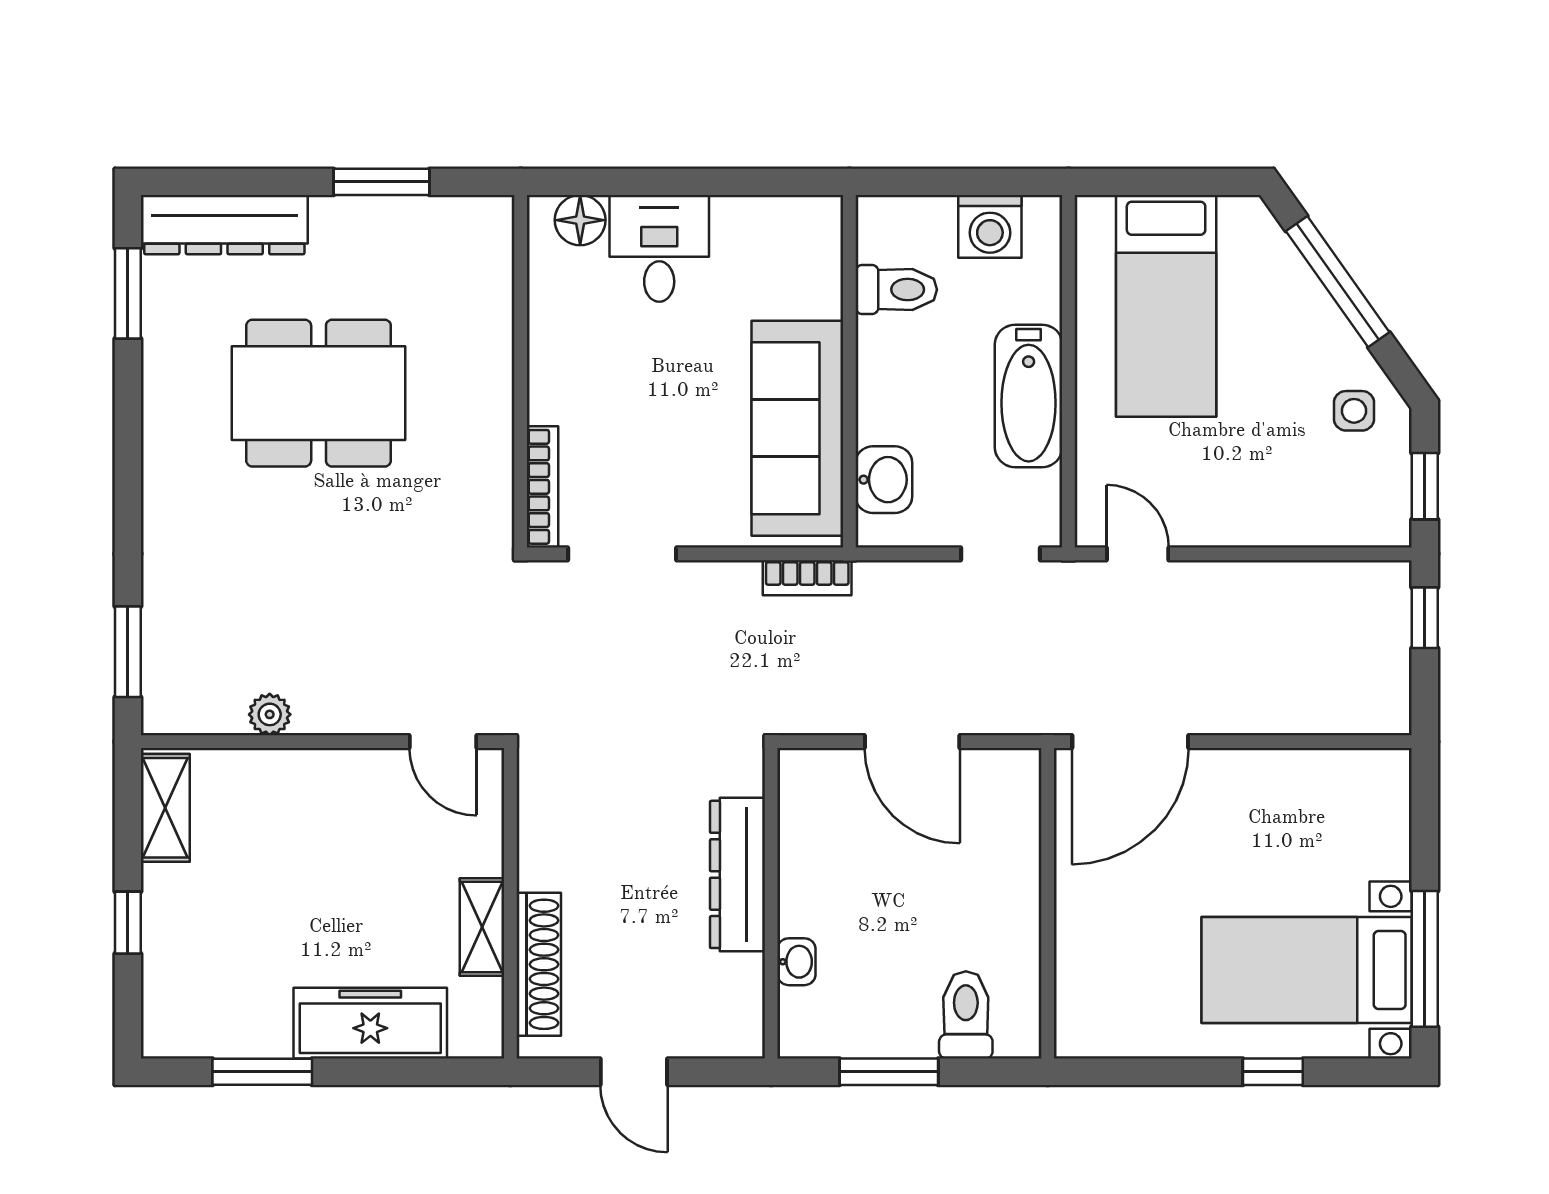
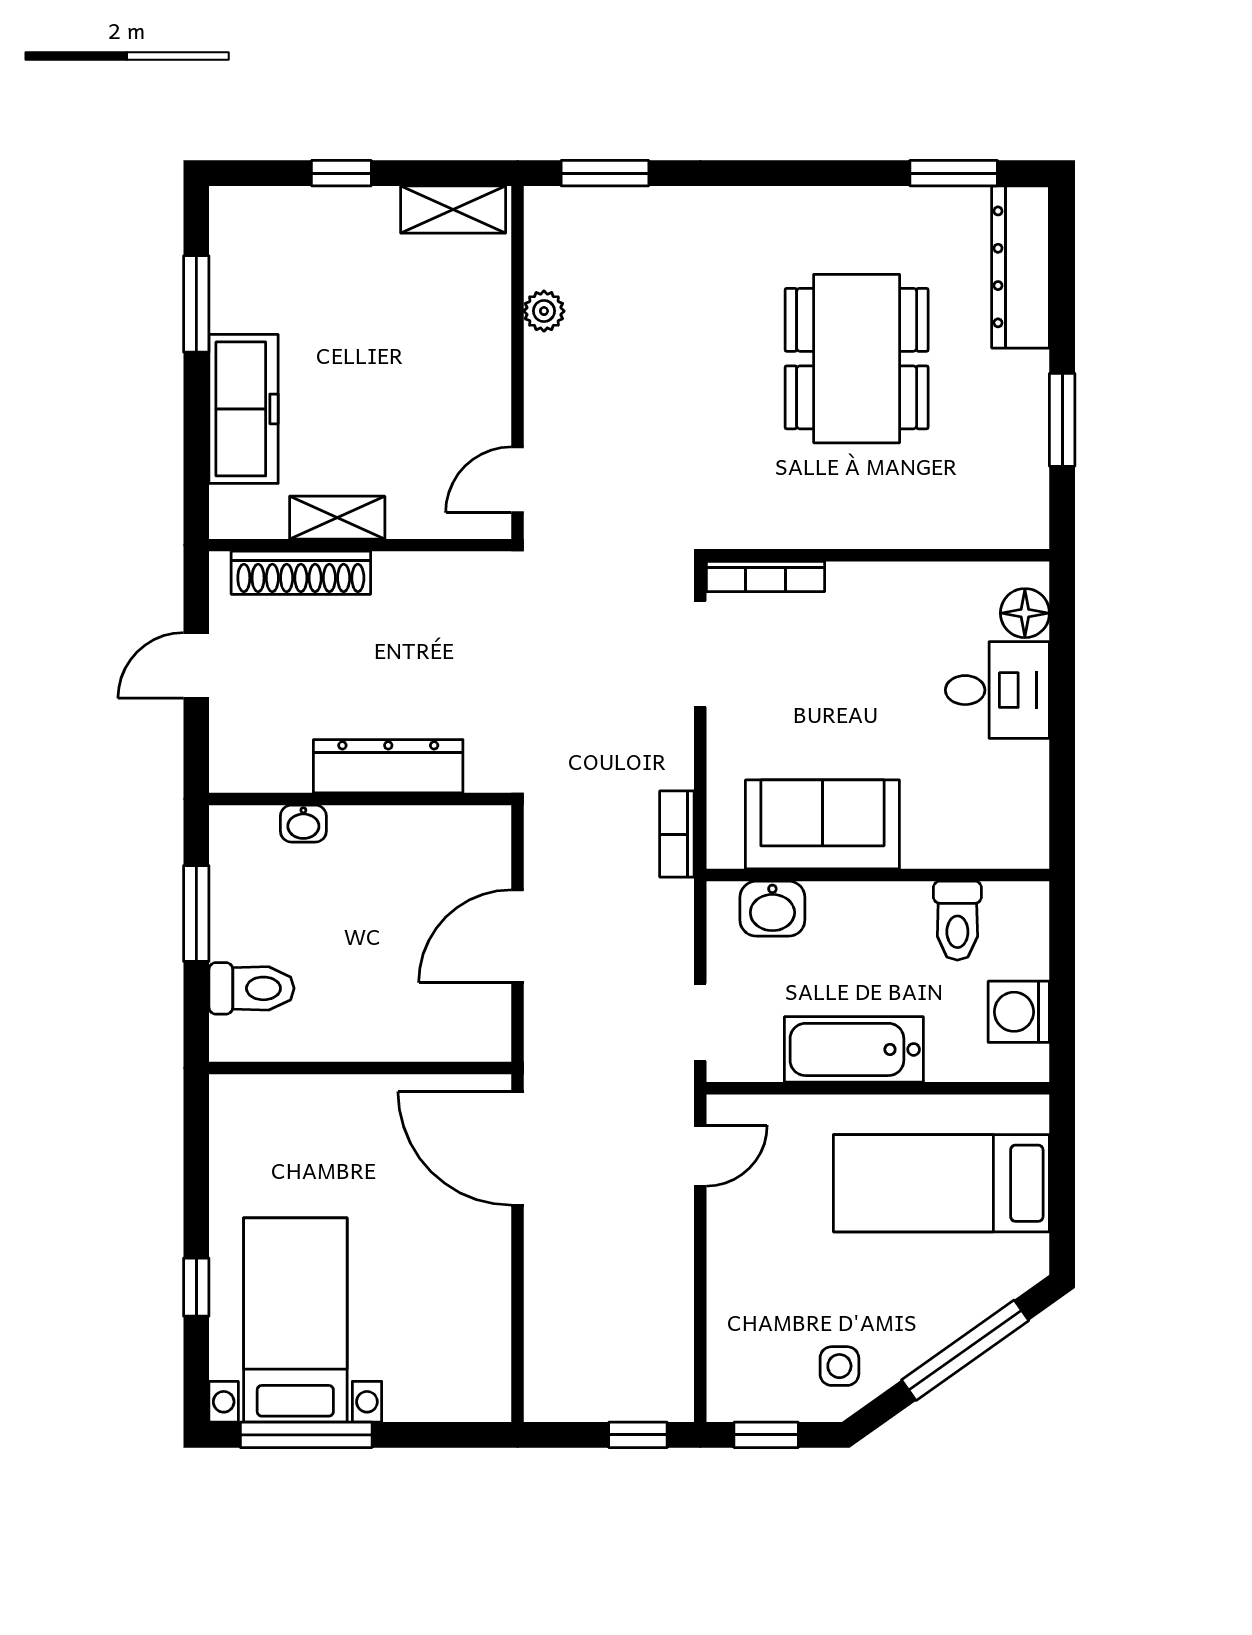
sofa: (797, 428) -> (822, 824), width x0.73

